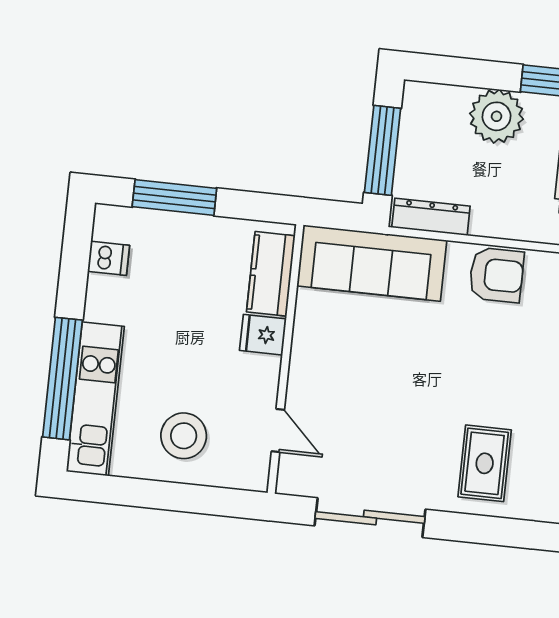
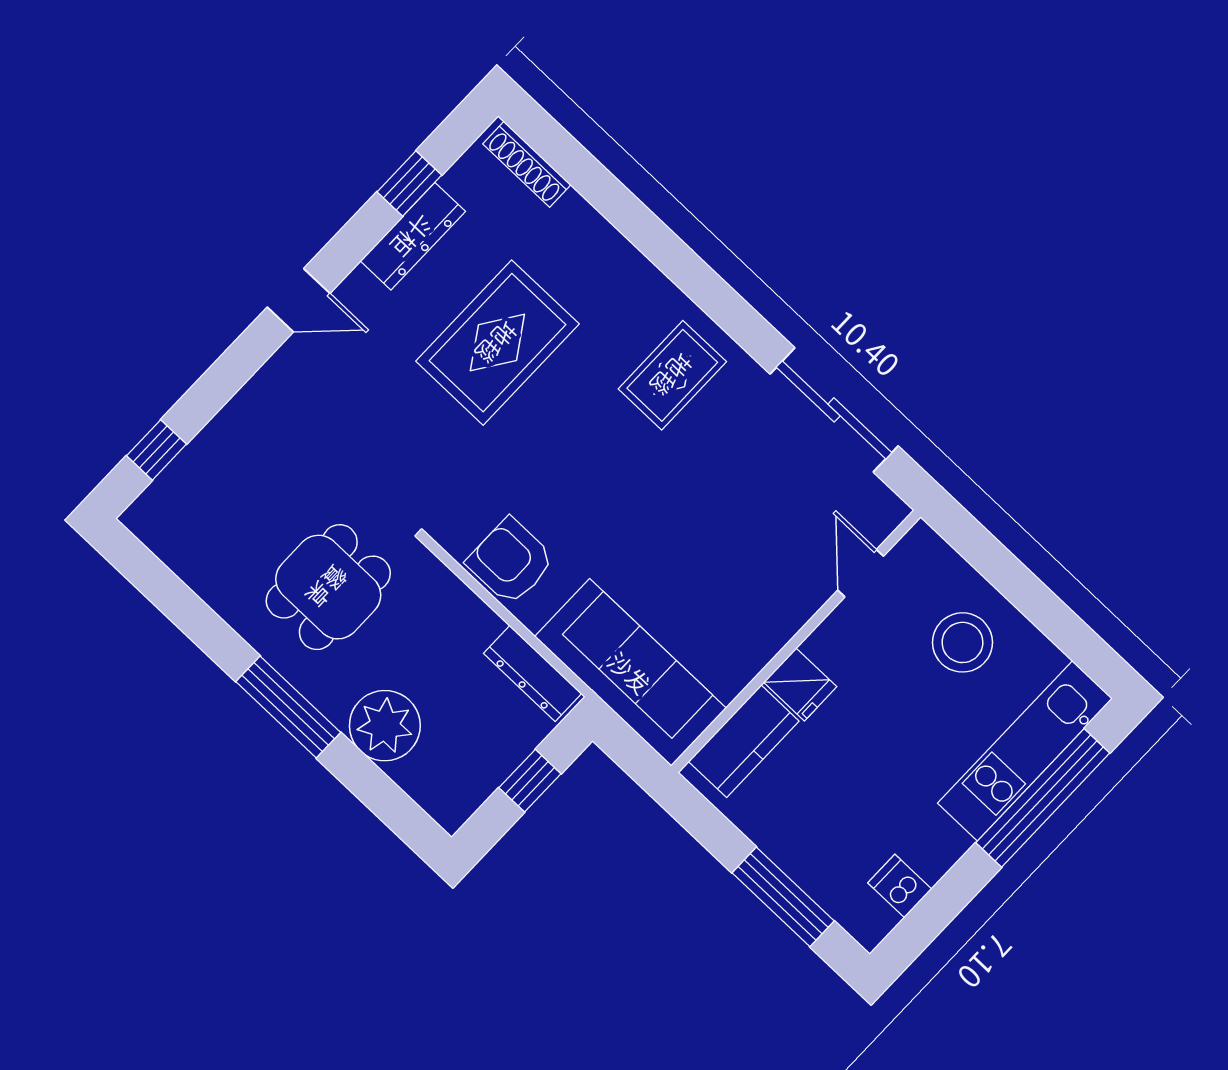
window: (383, 150) -> (530, 781), width x0.46

